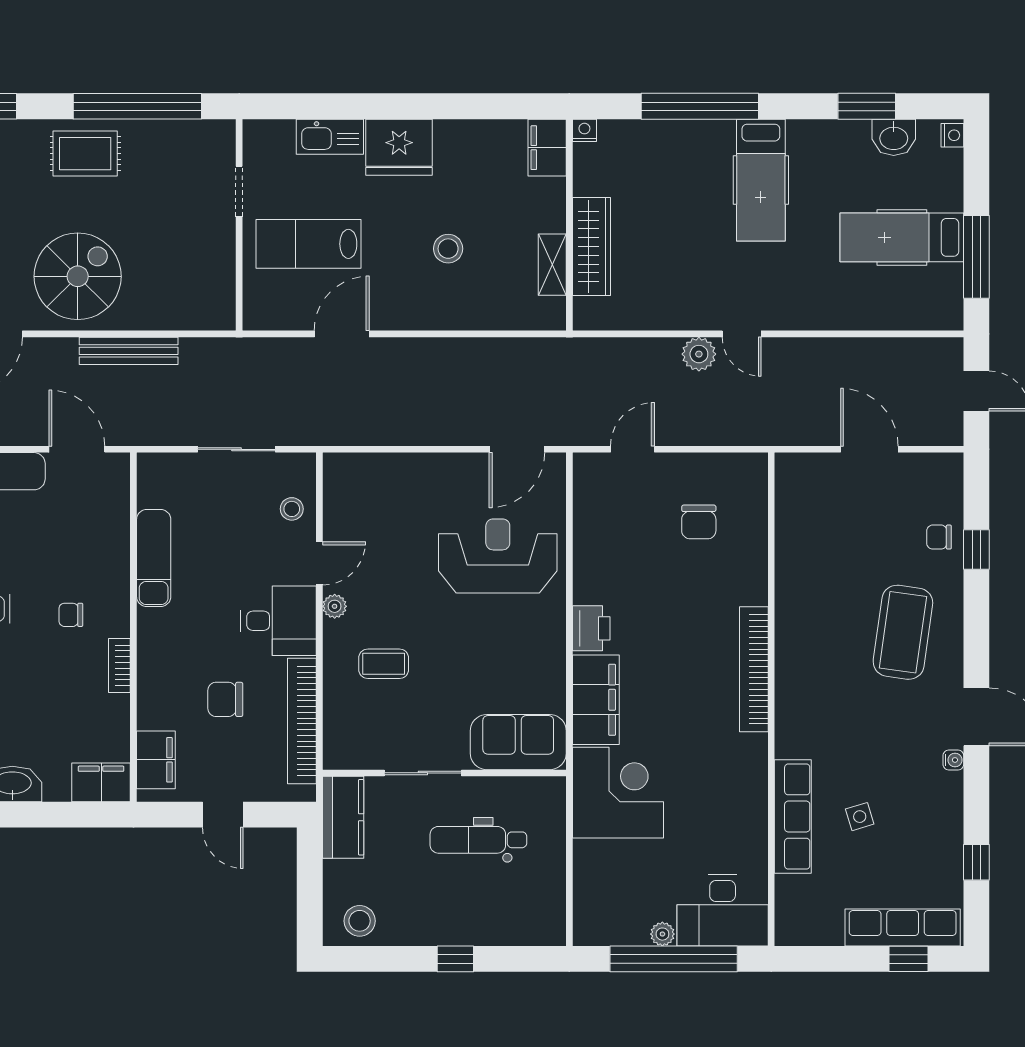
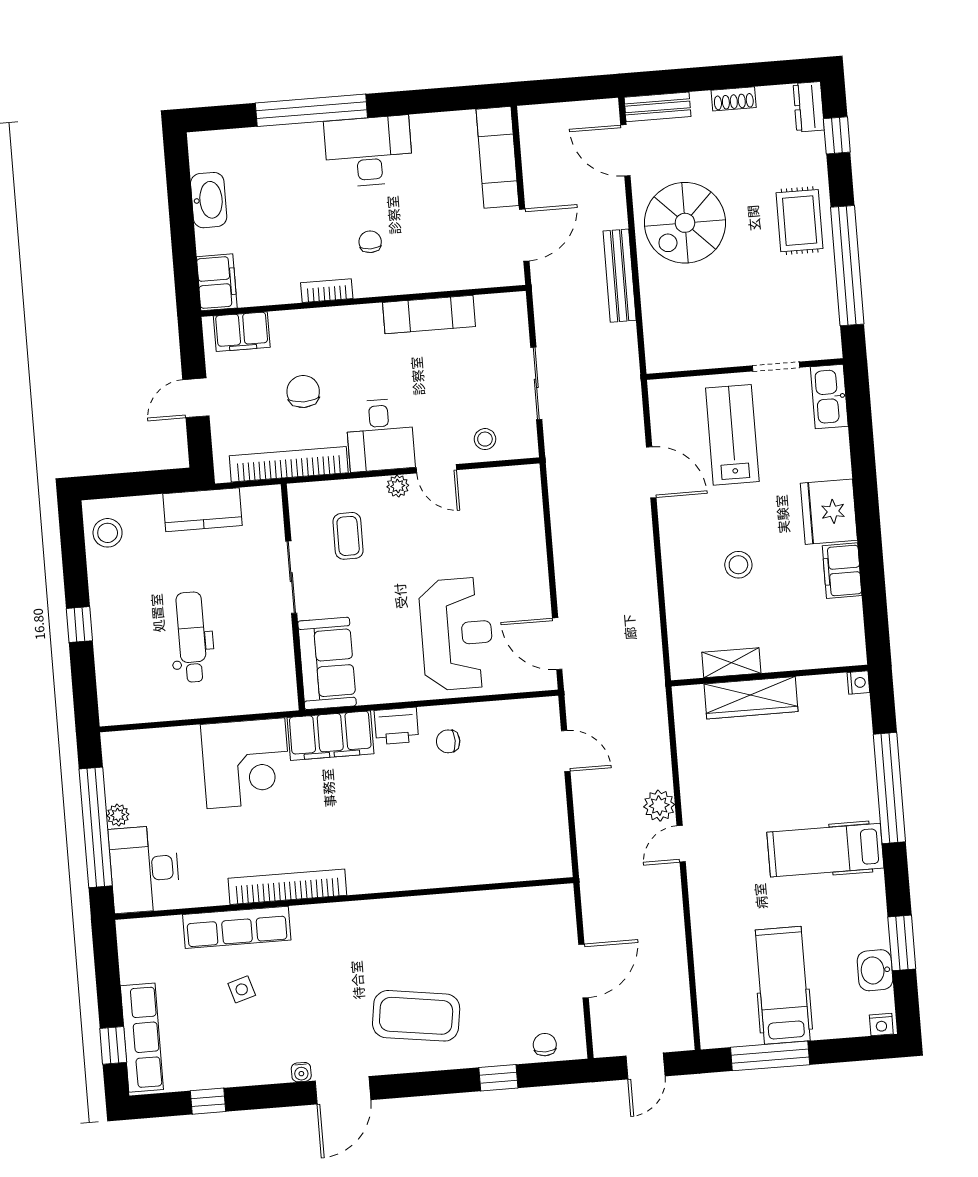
kitchen sink: (330, 137) -> (829, 396), moved
filing cabinet: (547, 148) -> (842, 571), moved, turned -90
spiral stairs: (78, 276) -> (685, 223), turned 90
chair: (699, 522) -> (448, 741), moved, width x0.73, depth x0.73
chair: (939, 537) -> (545, 1045), moved
bookcase: (754, 669) -> (287, 887), moved
sofa: (518, 742) -> (327, 663), moved
sliding door: (423, 773) -> (291, 577), moved
wall: (444, 773) -> (293, 597), moved

